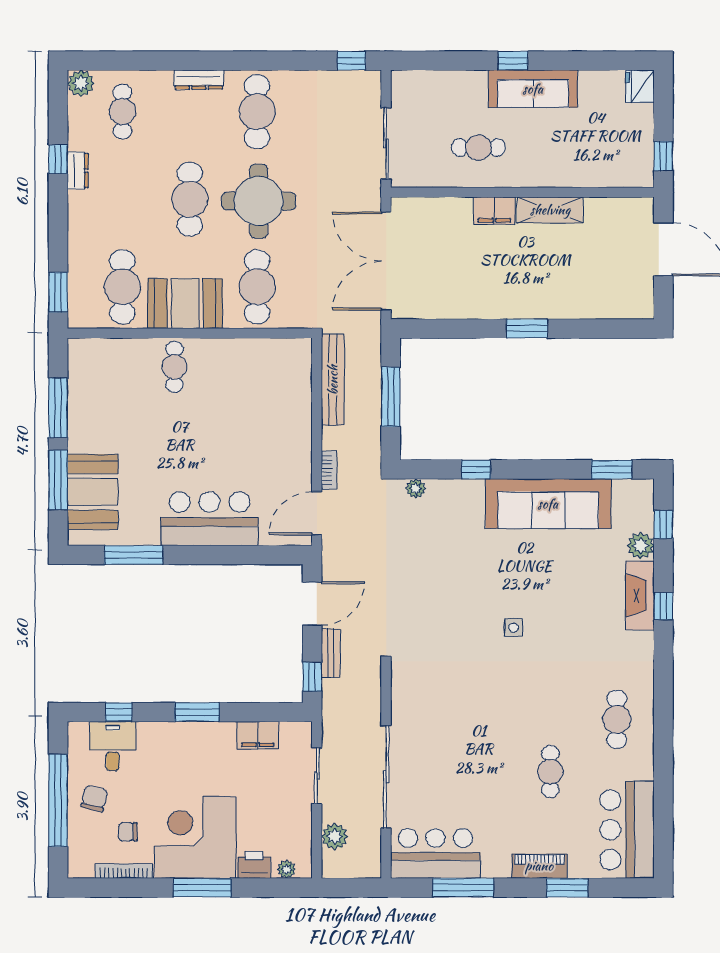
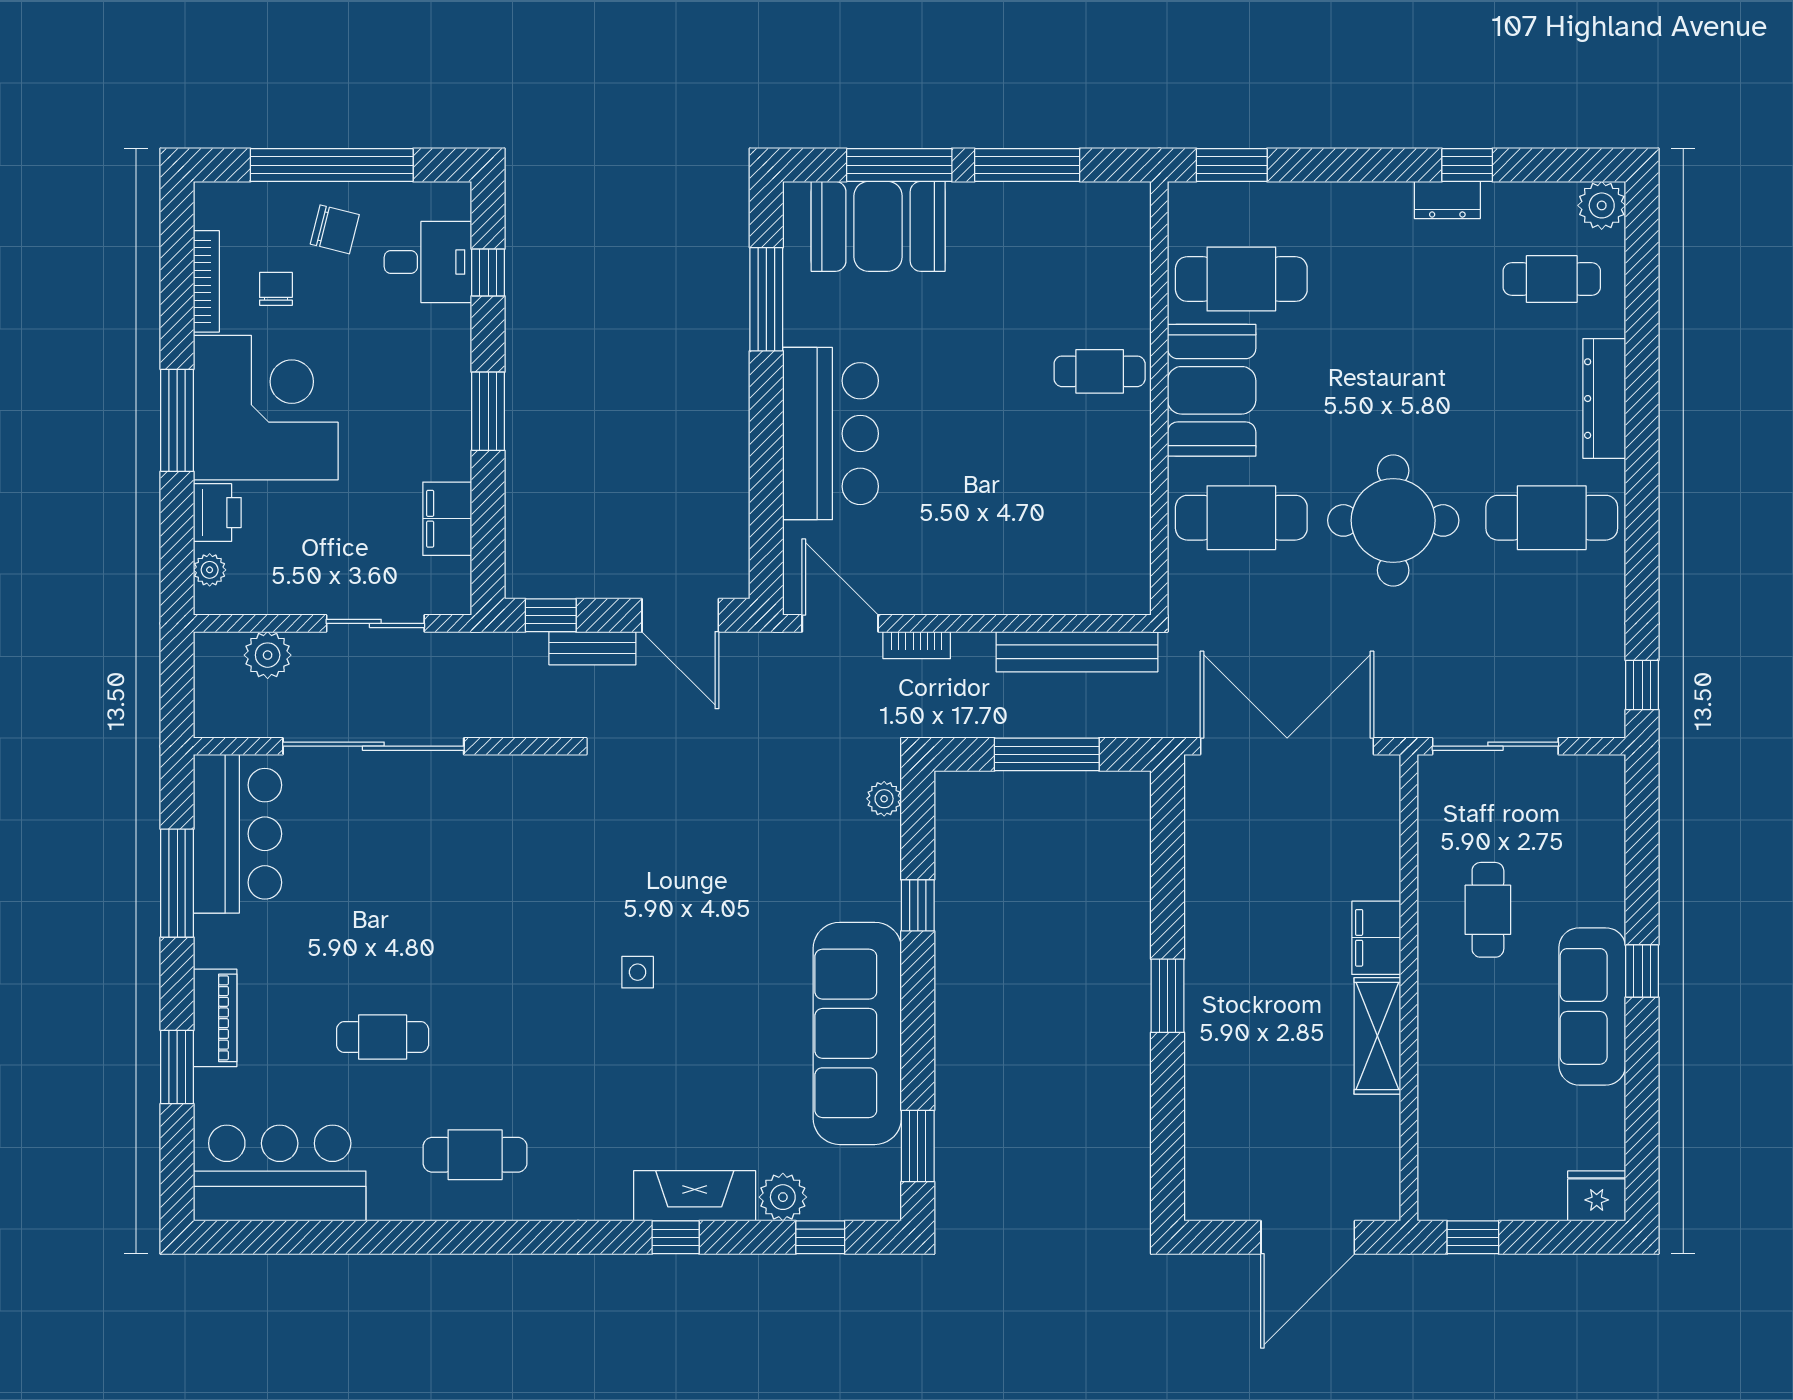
dresser: (199, 80) -> (1604, 399), width x1.37, depth x1.24
cafe table: (190, 199) -> (1397, 398), removed

